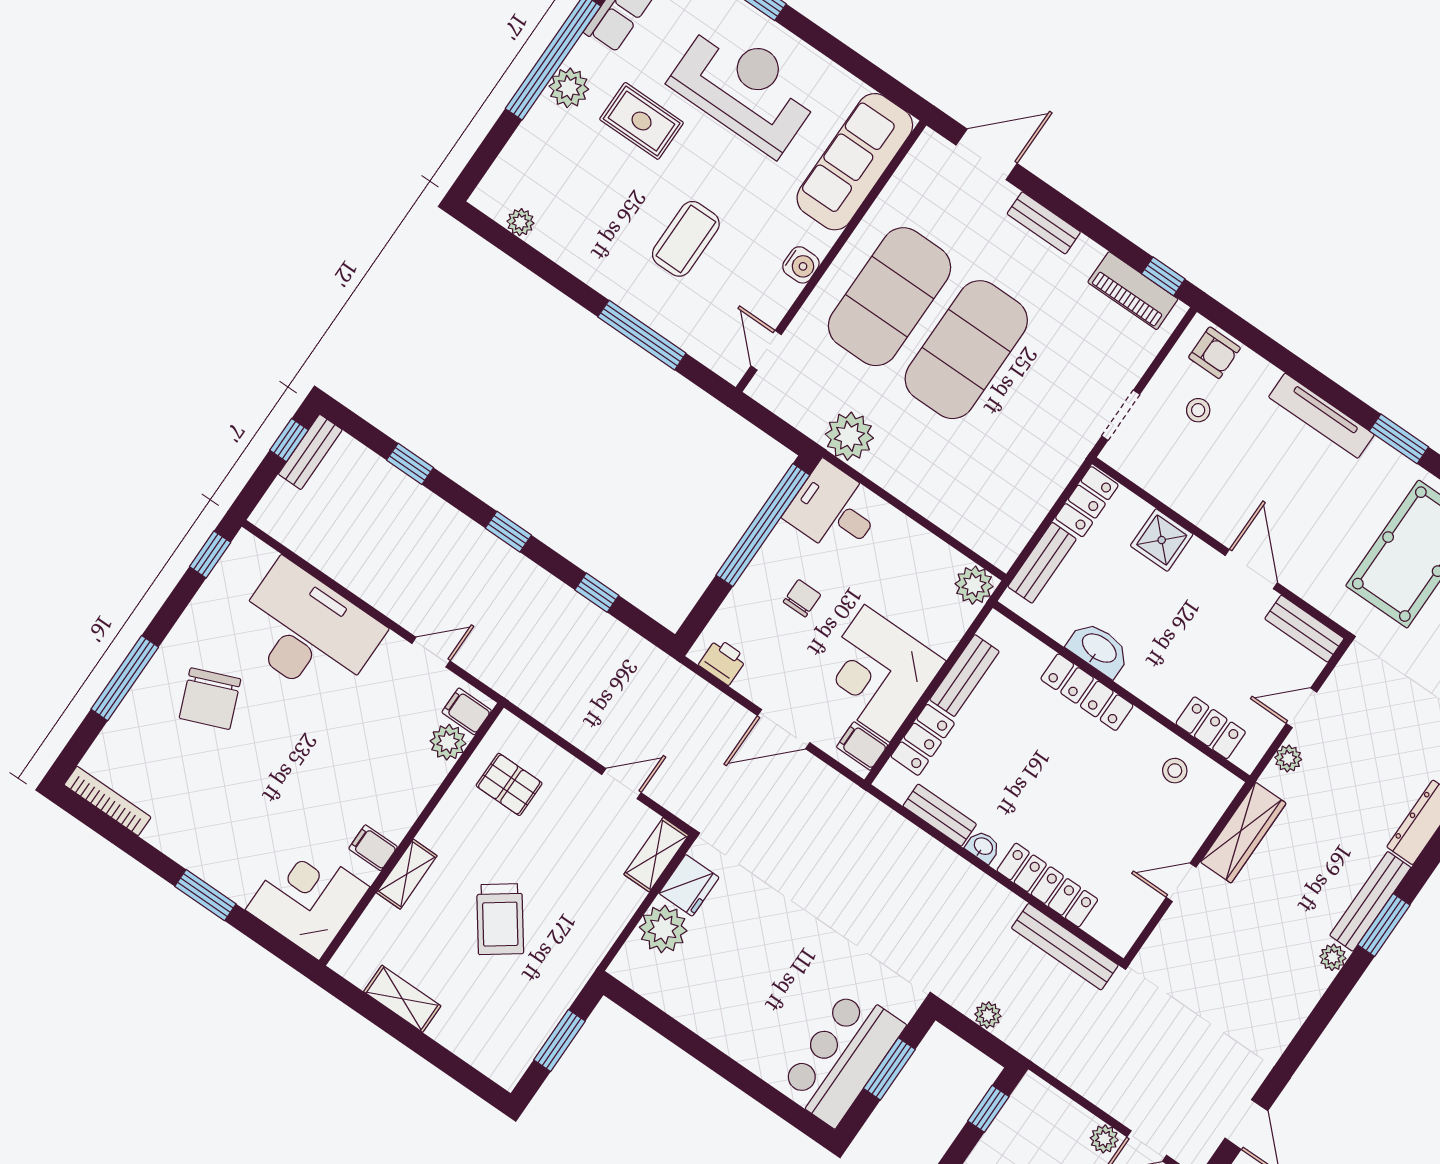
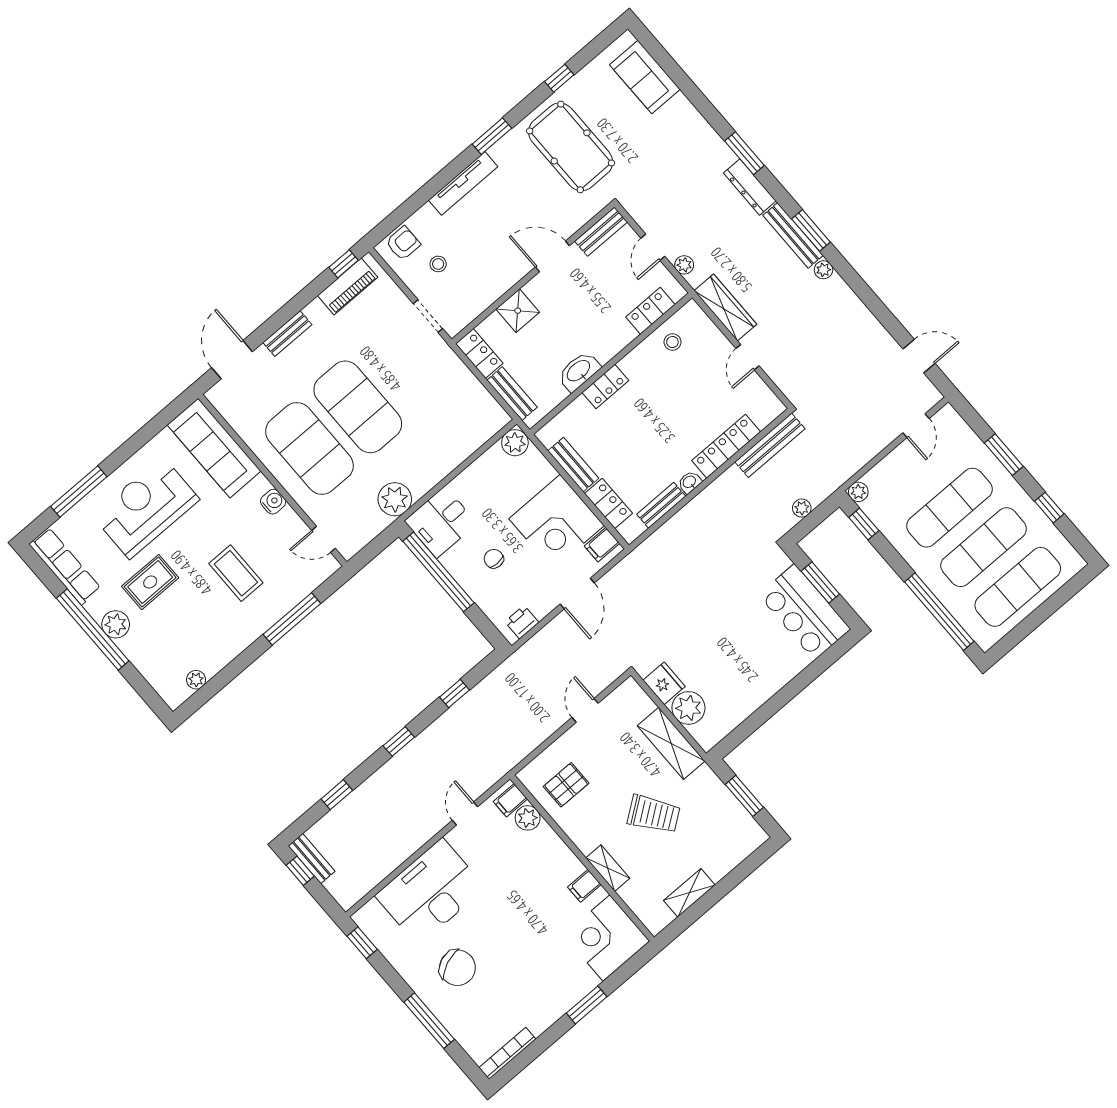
locker: (1087, 692) -> (605, 386), width x0.66
shelving: (656, 855) -> (671, 743), moved, width x1.50, depth x1.33
plant: (1104, 1139) -> (858, 492), moved

